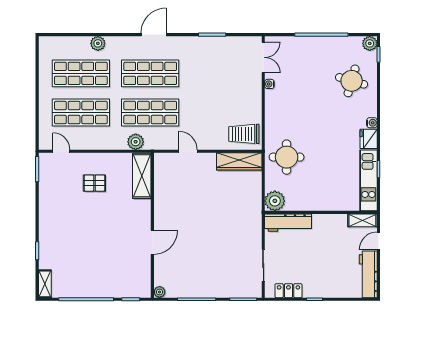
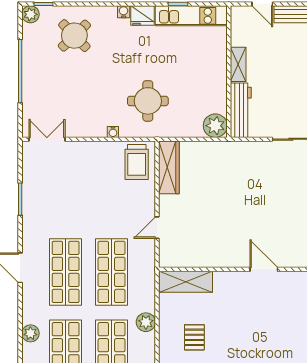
round table: (352, 81) -> (74, 36), turned 30
water cooler: (269, 84) -> (113, 132), moved
plant: (136, 142) -> (146, 322), moved
round table: (287, 157) -> (148, 101), moved
shelving: (362, 220) -> (238, 64), moved

